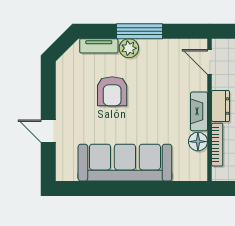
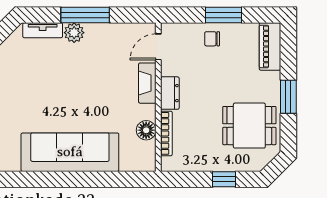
door: (210, 62) -> (158, 47), hinge flipped
armchair: (112, 91) -> (57, 78), removed
fireplace: (199, 111) -> (147, 83), moved

